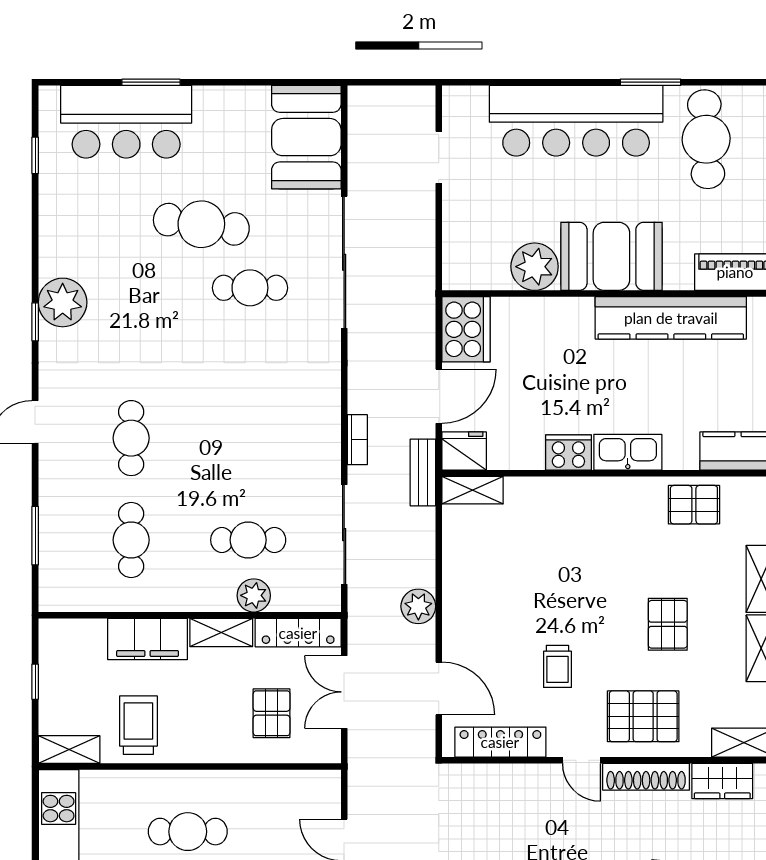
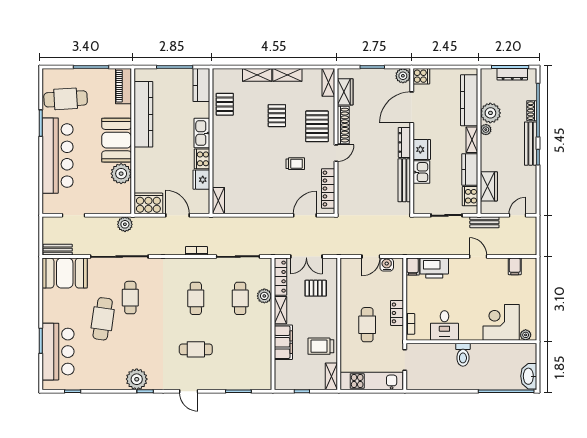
fridge: (464, 451) -> (201, 180), moved
bench: (423, 472) -> (58, 250), moved
cafe table: (131, 540) -> (196, 298), moved, turned 90
plant: (418, 606) -> (125, 224), moved
pallet: (668, 624) -> (277, 116), turned 90

